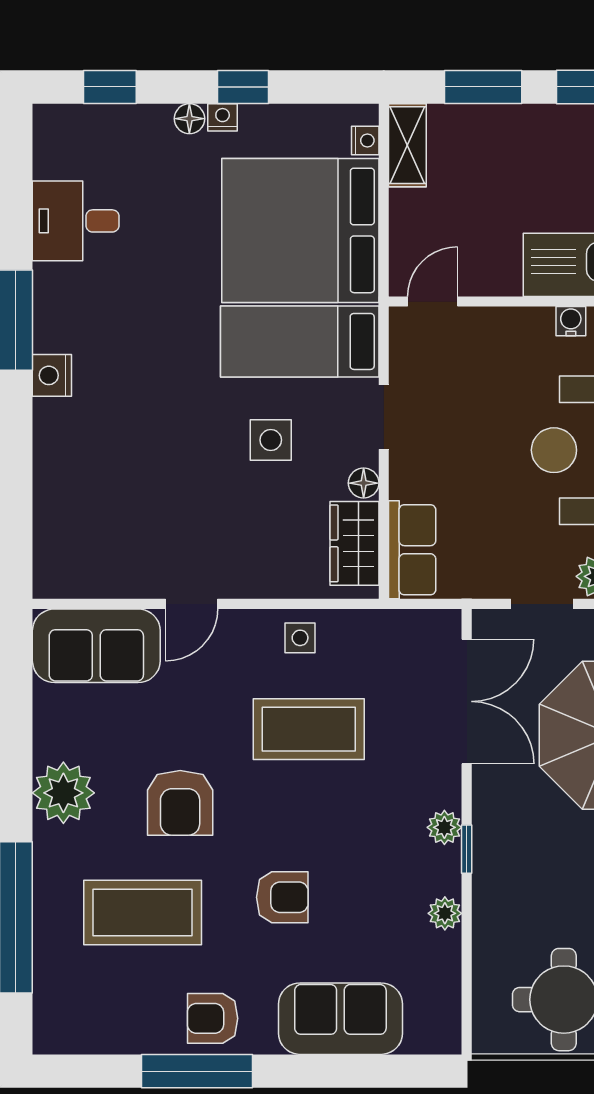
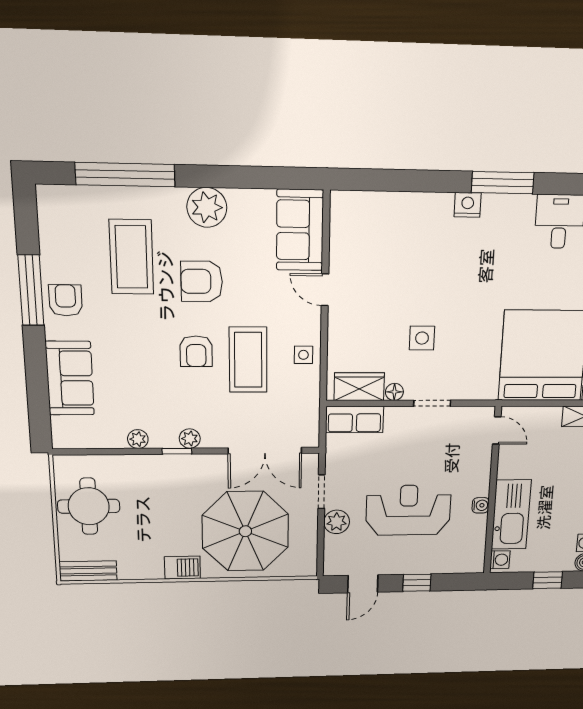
bed: (300, 341) -> (479, 355), removed
armchair: (282, 897) -> (196, 351), moved

